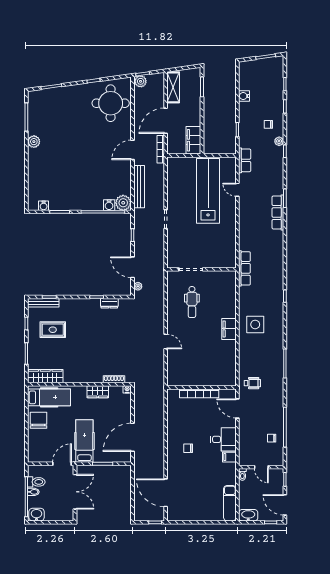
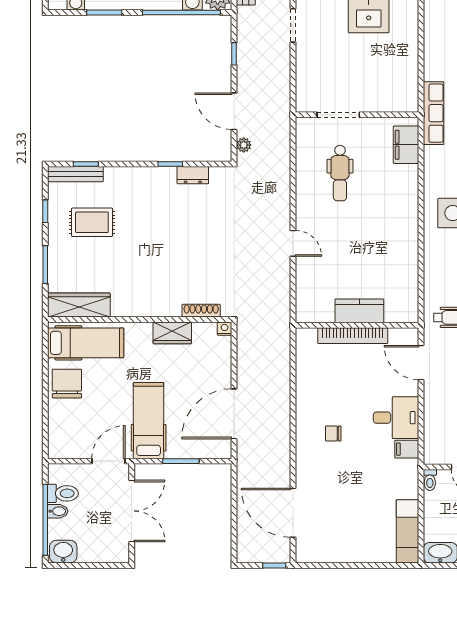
filing cabinet: (229, 329) -> (406, 145), moved
kitchen counter: (203, 379) -> (359, 311), added

